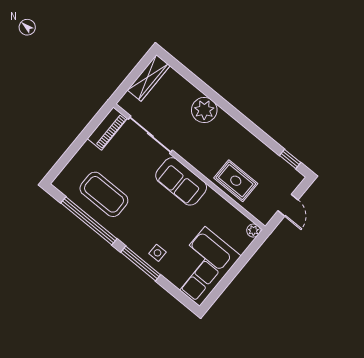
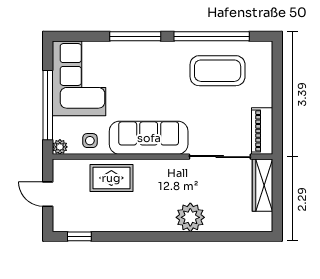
wardrobe: (149, 78) -> (262, 185), moved
sofa: (181, 181) -> (149, 138), width x1.36
side table: (158, 253) -> (90, 141), moved
window: (238, 266) -> (48, 105), added

